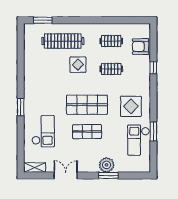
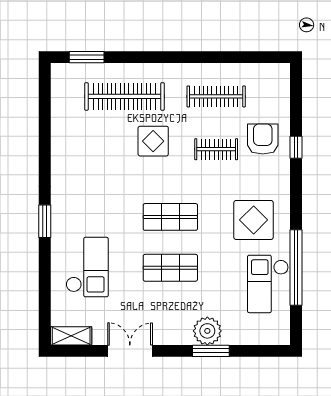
clothes rail: (111, 41) -> (216, 96), width x1.36
armchair: (141, 47) -> (263, 139), moved, turned 90
shop shelf: (87, 105) -> (170, 217), width x0.70, depth x0.74
window: (153, 131) -> (296, 267), width x2.11

